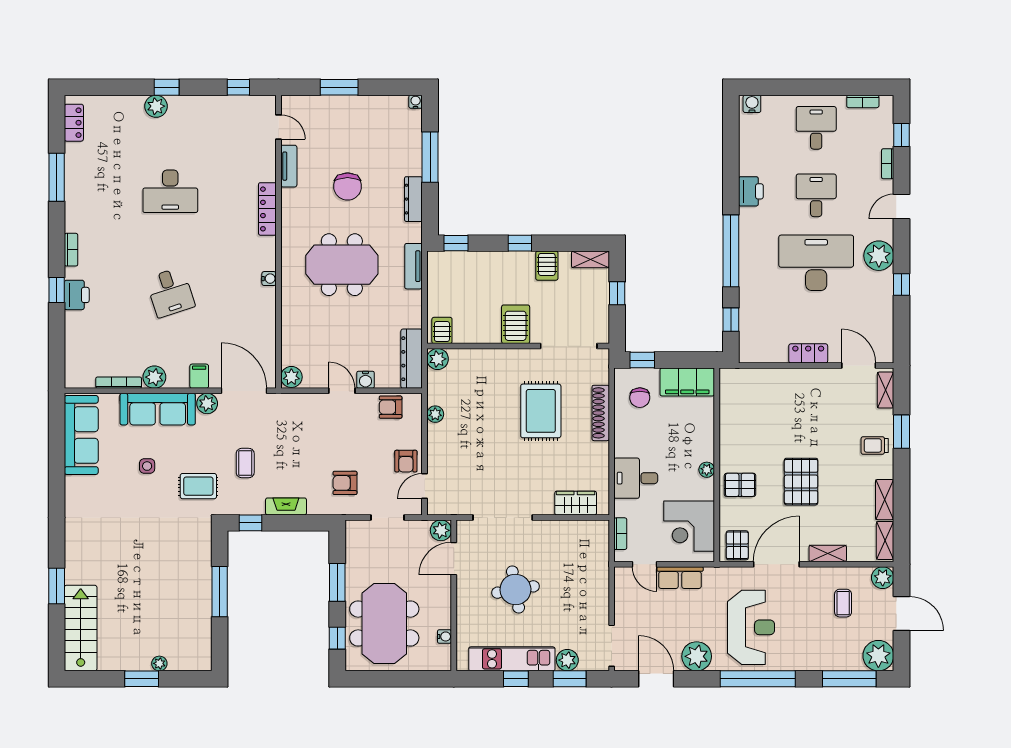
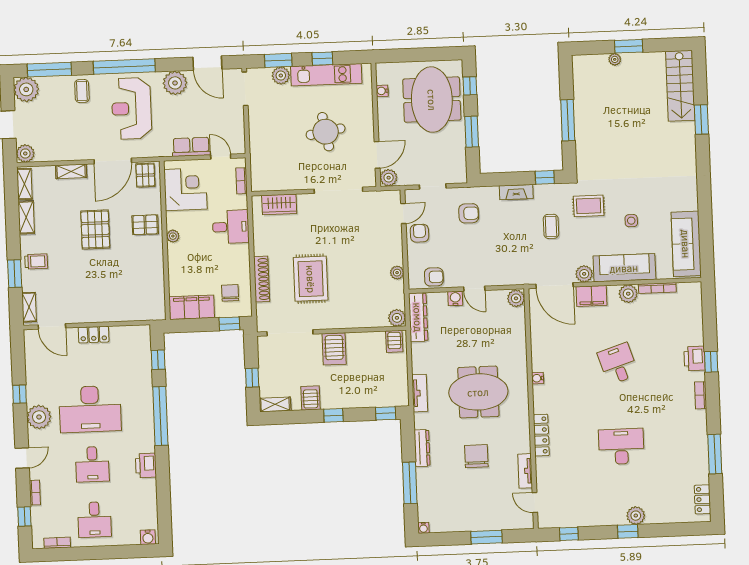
filing cabinet: (199, 376) -> (592, 296), width x2.00
coffee table: (843, 603) -> (82, 91), moved

